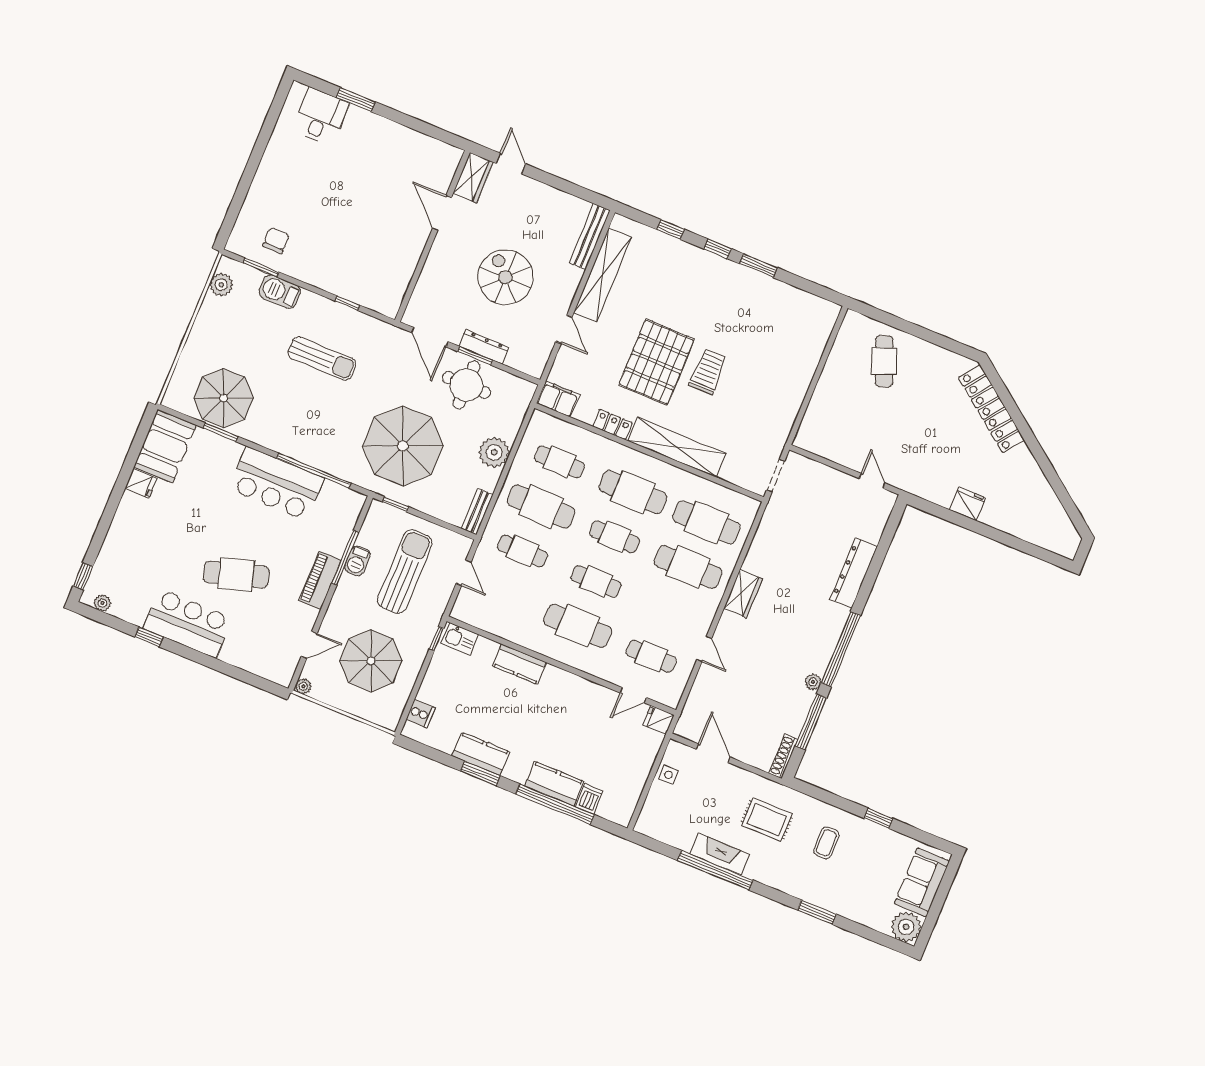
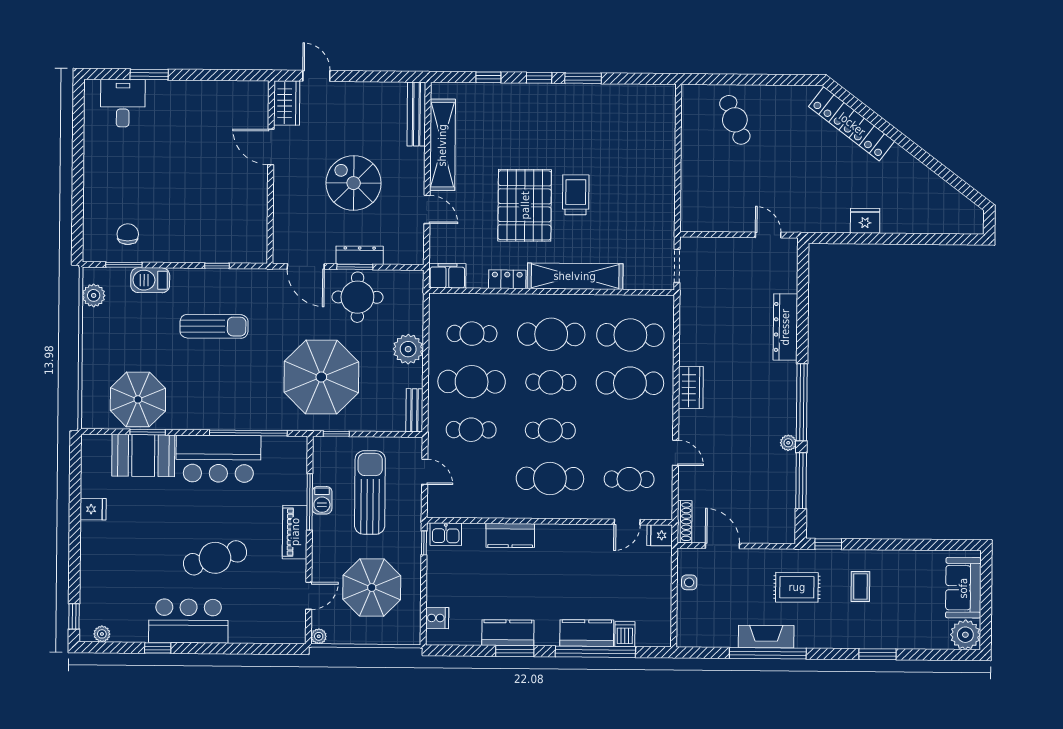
booth: (165, 446) -> (143, 456), moved, turned 90
shoe rack: (783, 756) -> (685, 522), moved, turned 180
window: (879, 818) -> (828, 544), moved

